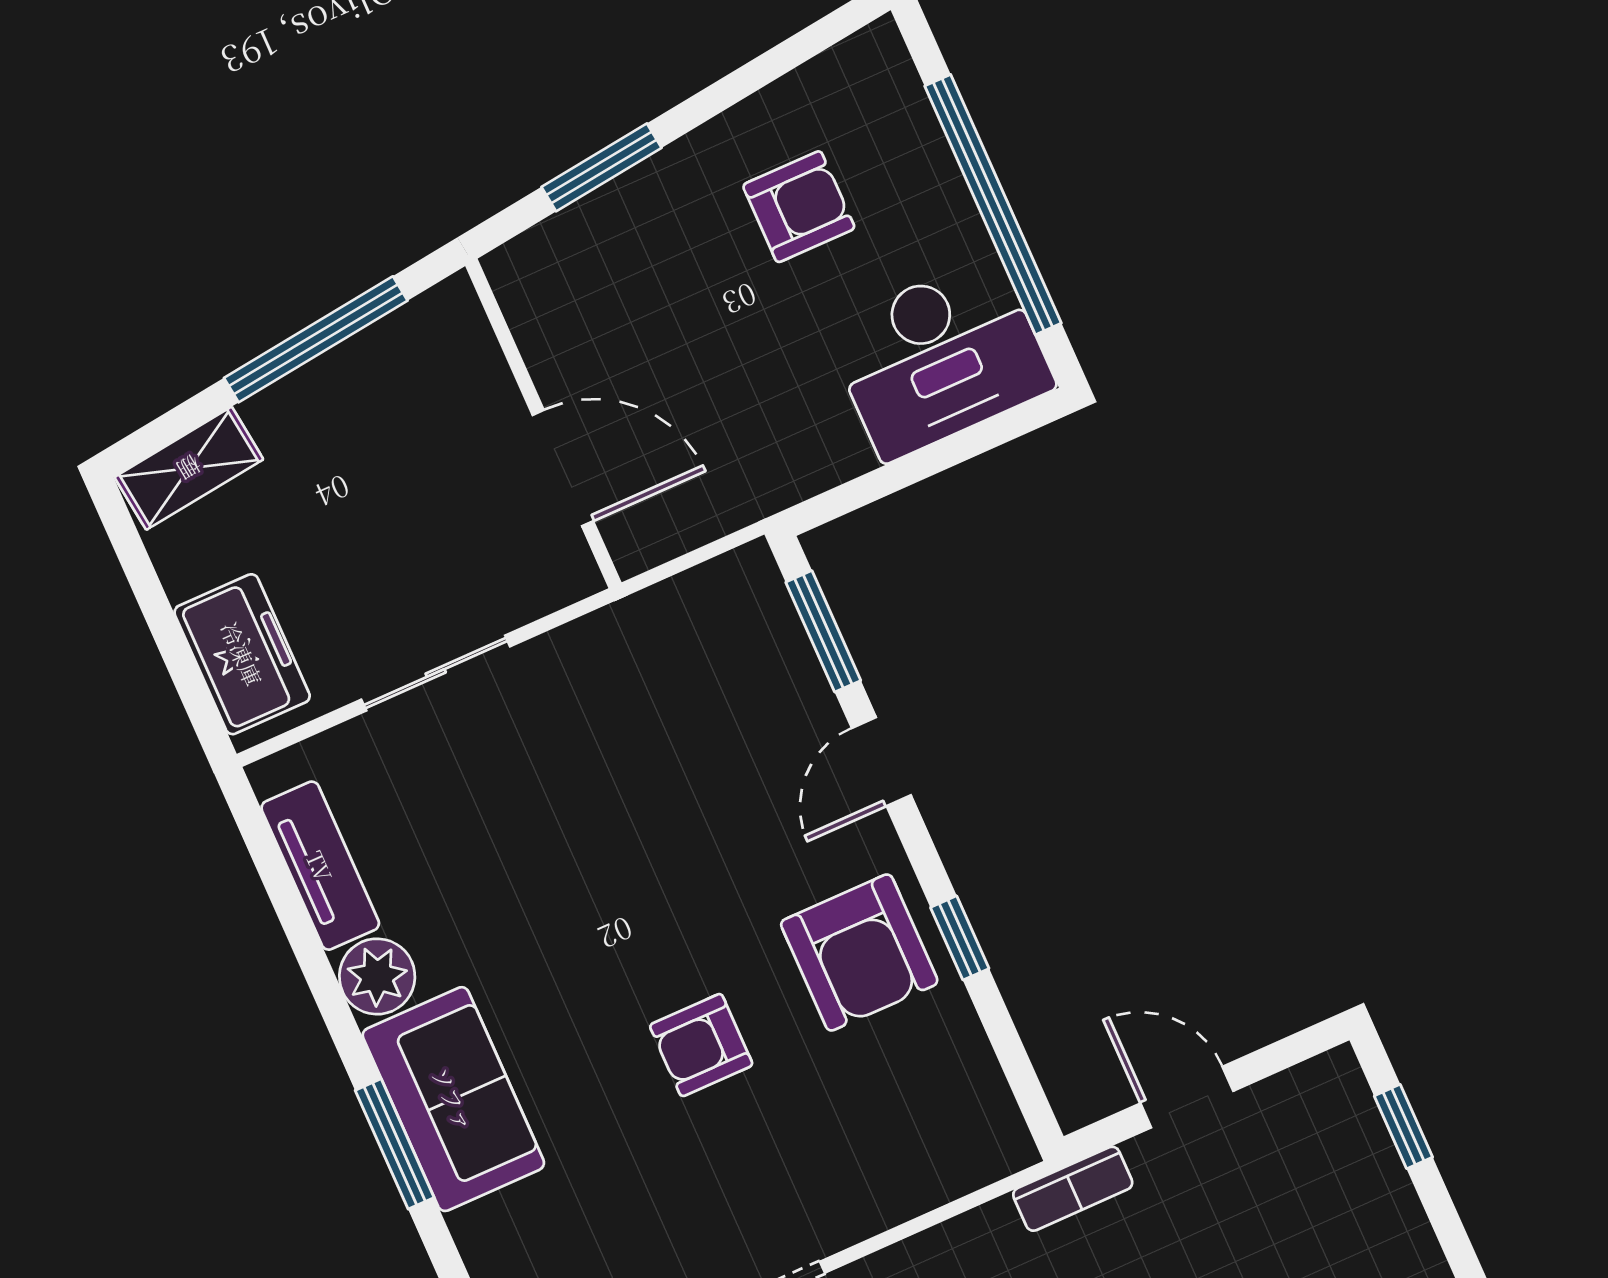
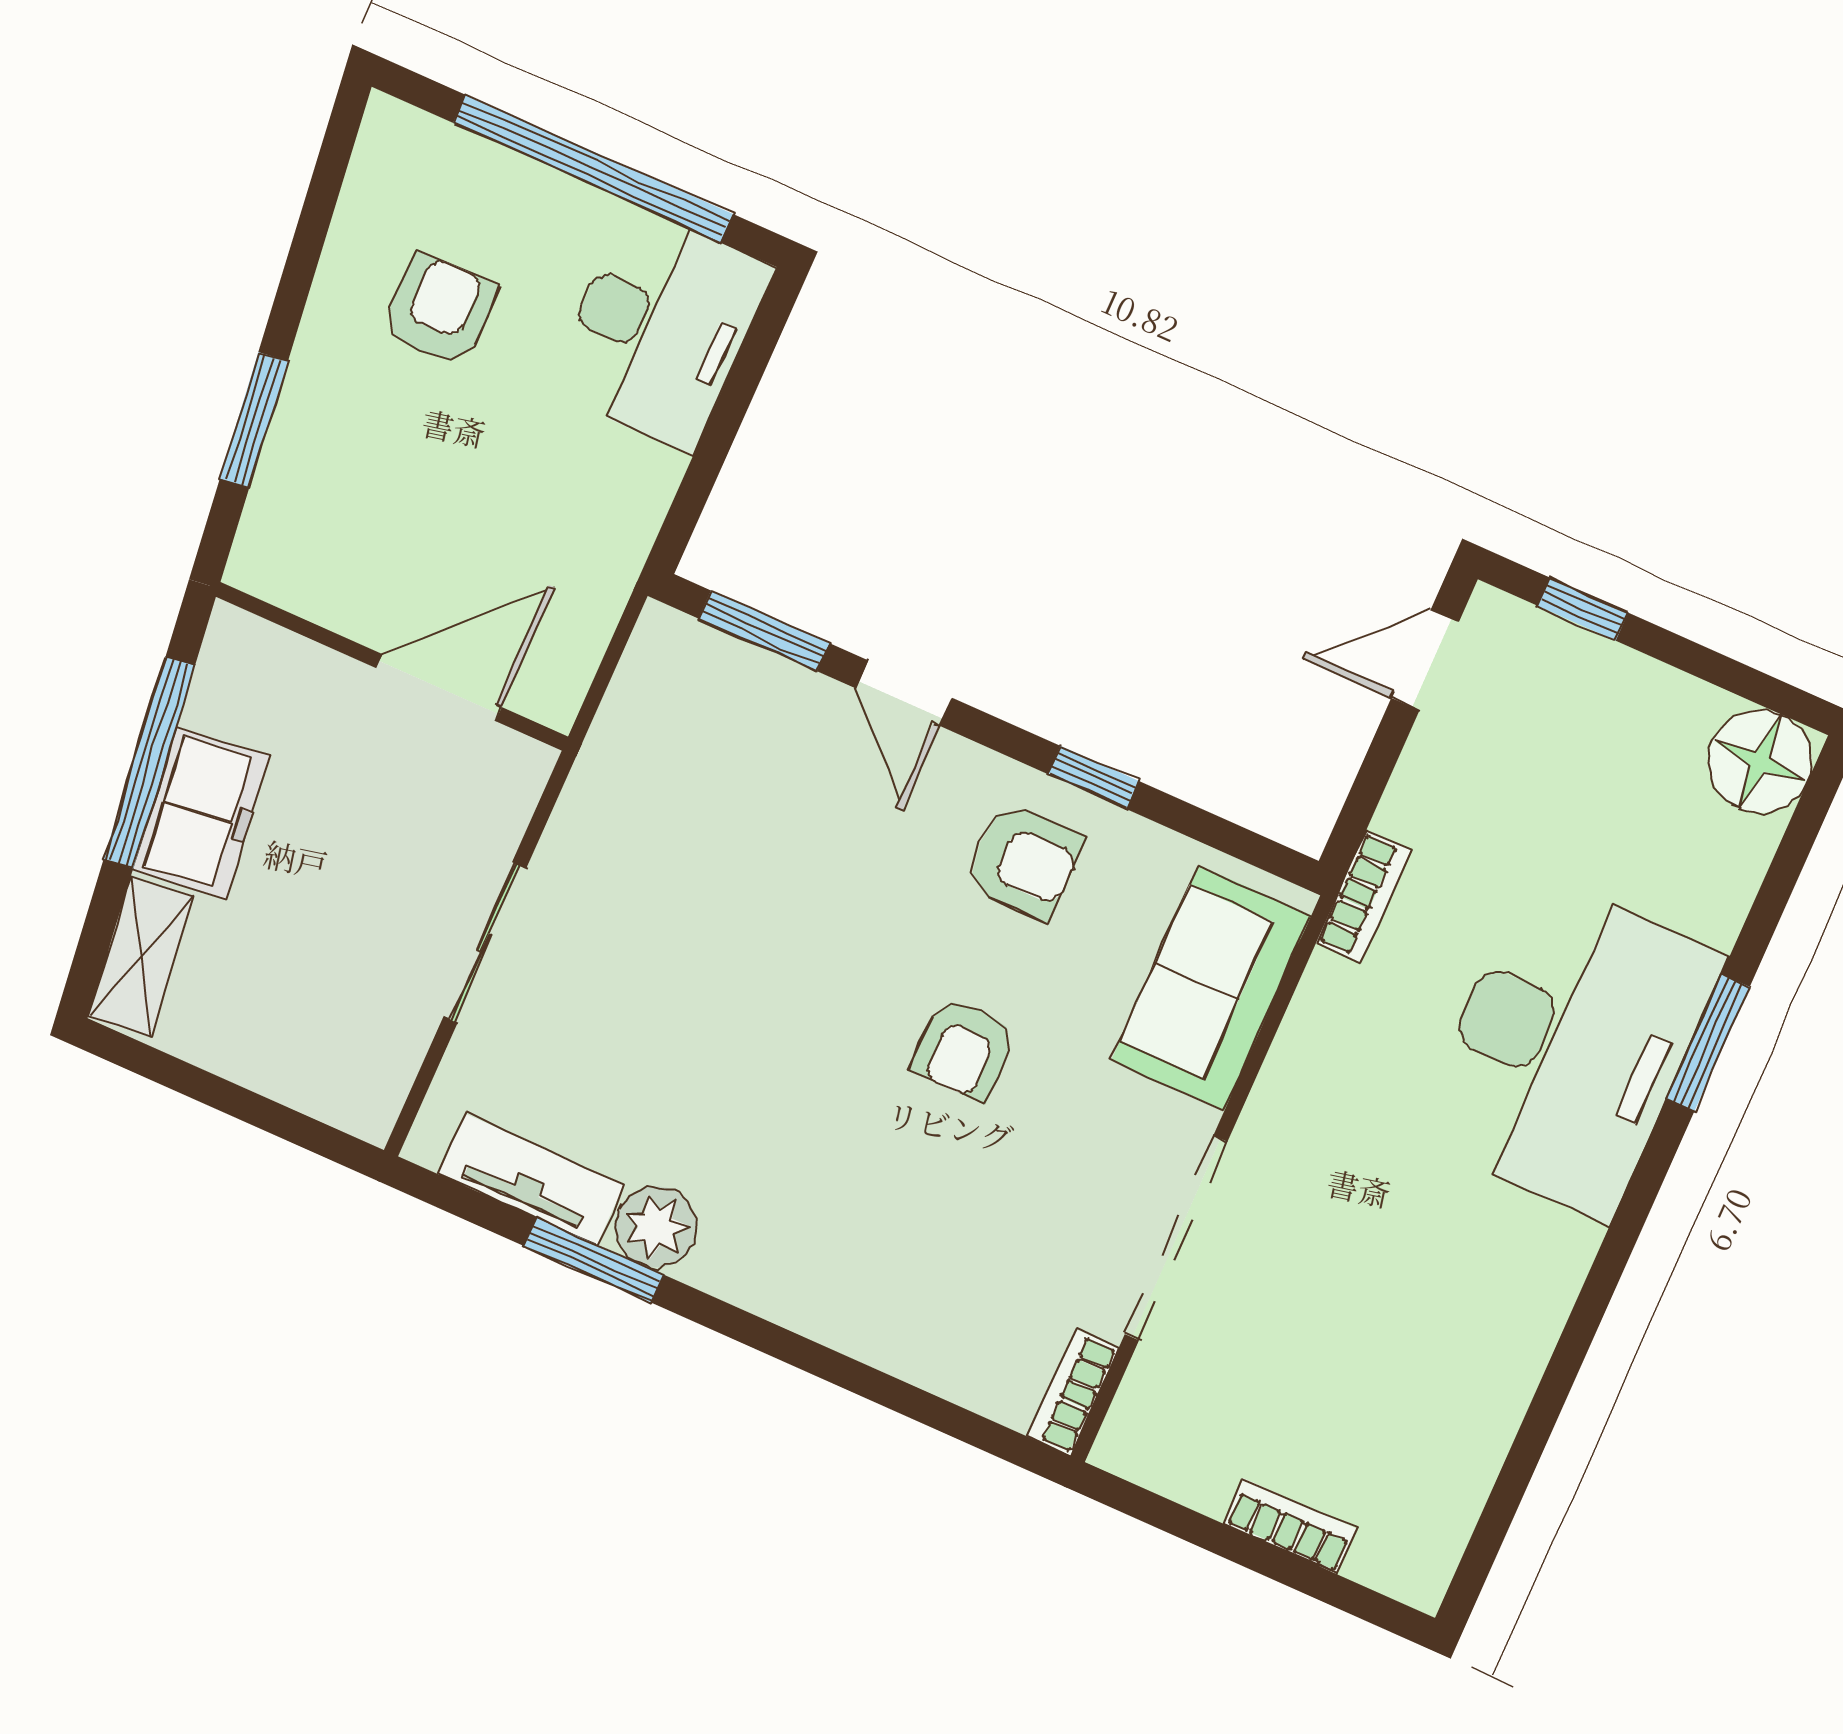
freezer: (242, 654) -> (201, 813), moved, turned 83
armchair: (859, 952) -> (1024, 861), width x0.72, depth x0.72
door: (1187, 1097) -> (1425, 660), moved
sofa: (453, 1099) -> (1211, 988), moved, turned -90
window: (395, 1144) -> (594, 1260), moved

